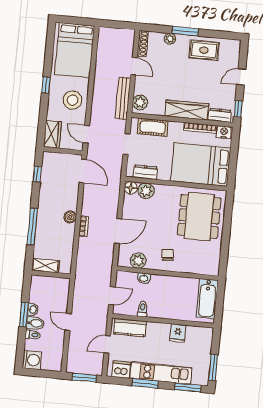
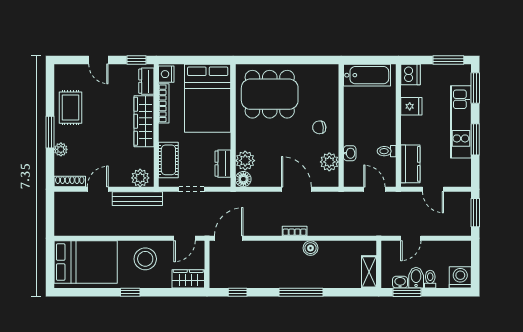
boiler: (70, 217) -> (310, 248), moved
shelving: (46, 266) -> (369, 272), moved
wall: (51, 274) -> (379, 264), moved
dishwasher: (121, 370) -> (411, 74), moved, turned 180

